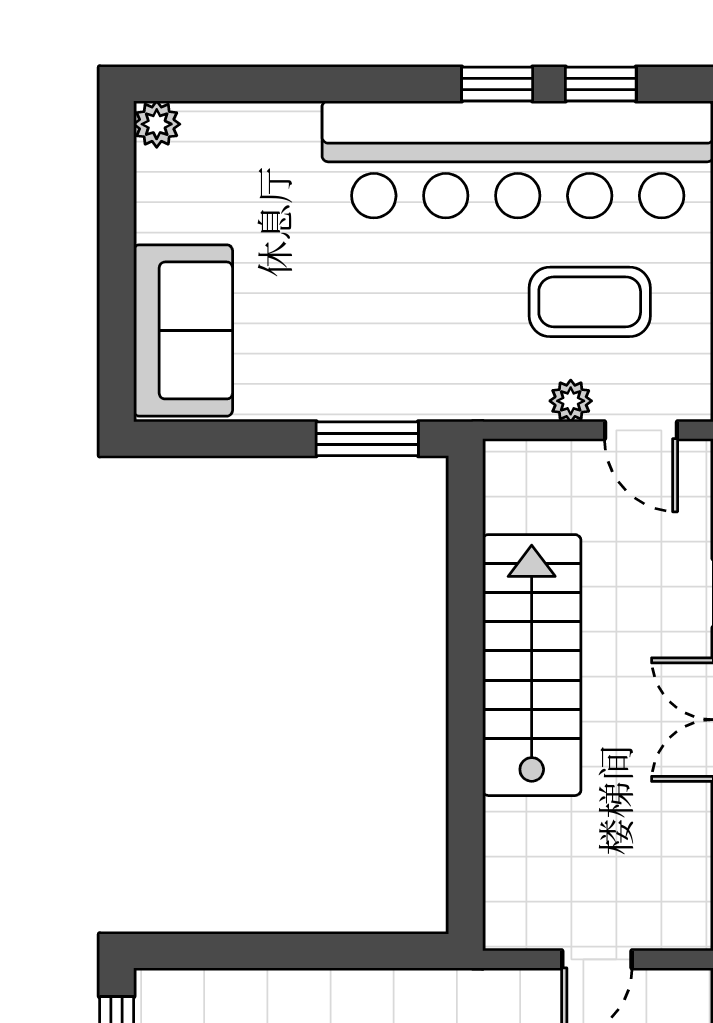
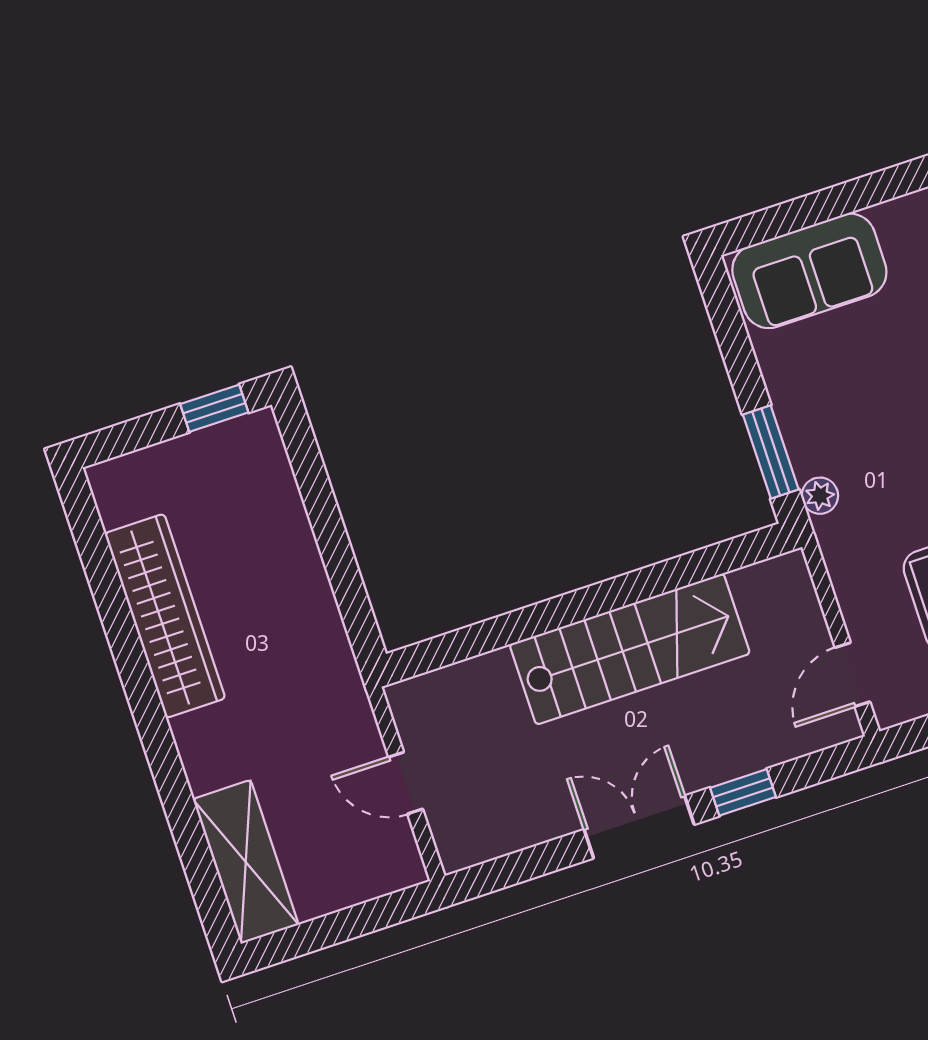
plant: (571, 401) -> (820, 496), moved

